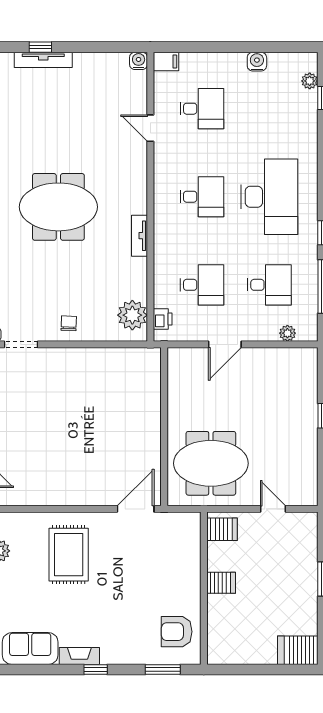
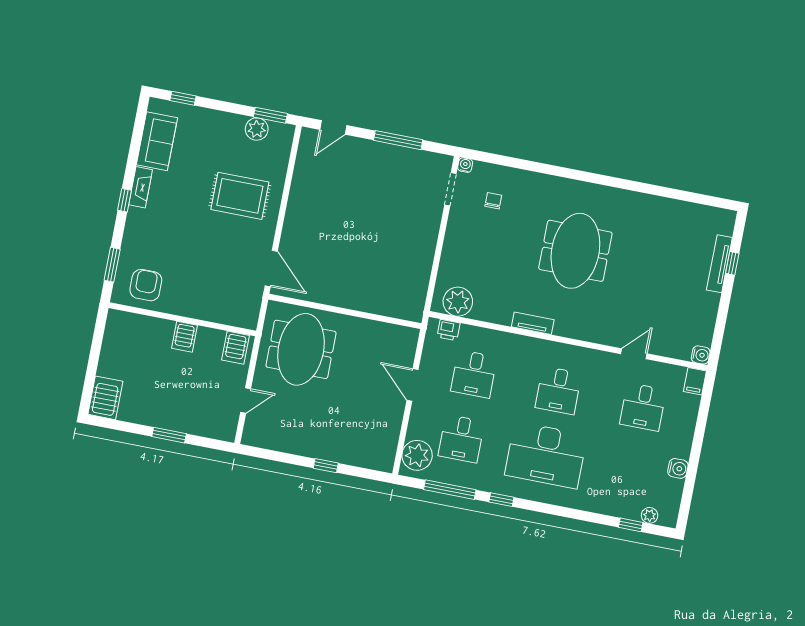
chair: (69, 323) -> (493, 201), moved, turned -92
plant: (287, 333) -> (417, 455), width x1.88, depth x1.88

